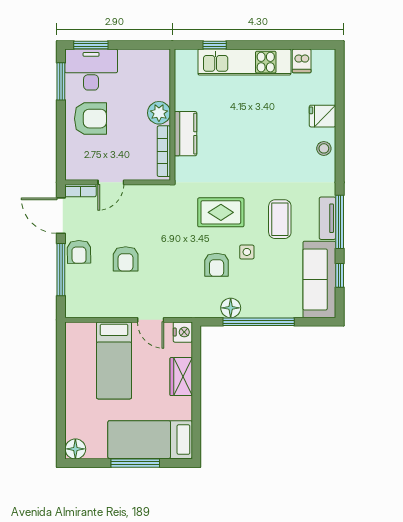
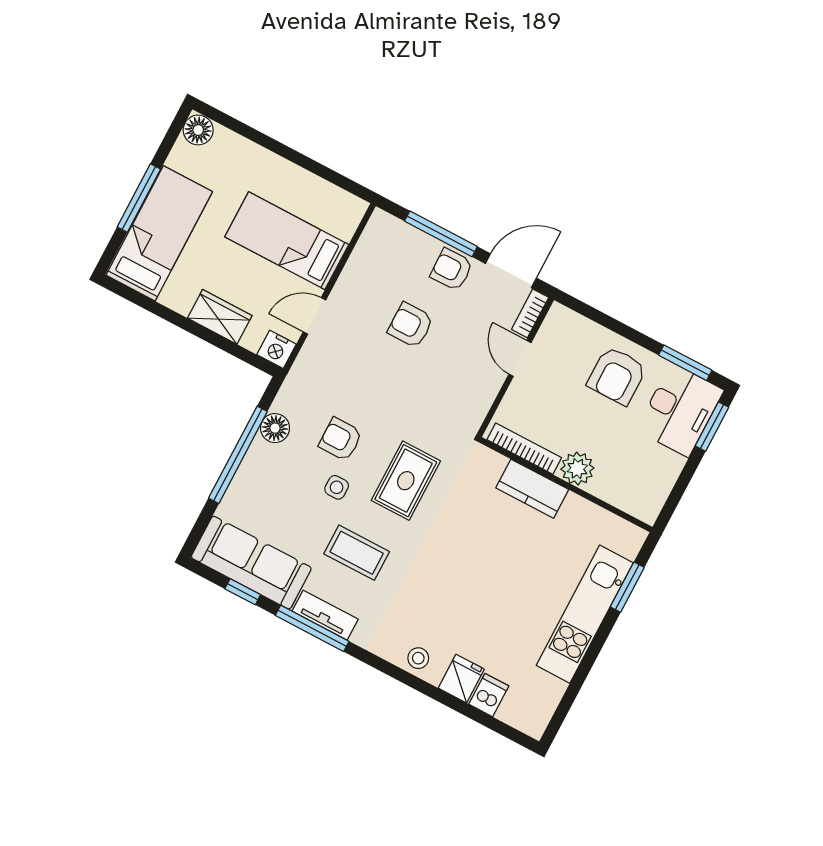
window: (215, 45) -> (627, 587), width x1.50
dishwasher: (302, 61) -> (489, 695), moved, turned 90

